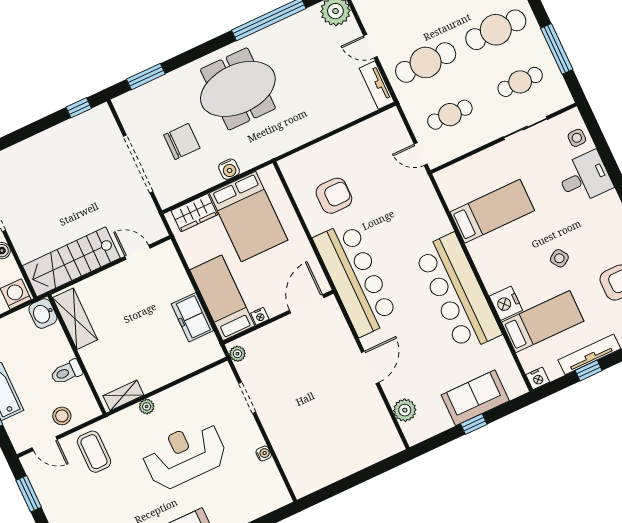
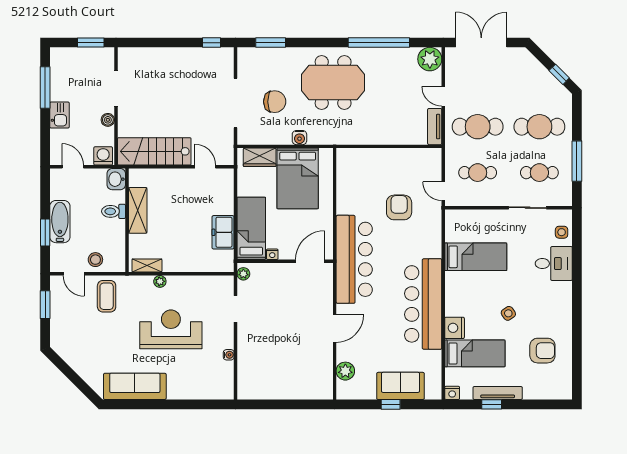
armchair: (334, 196) -> (399, 207), moved, turned -90
shelving: (75, 319) -> (138, 210), moved
toilet: (66, 372) -> (114, 211), moved

